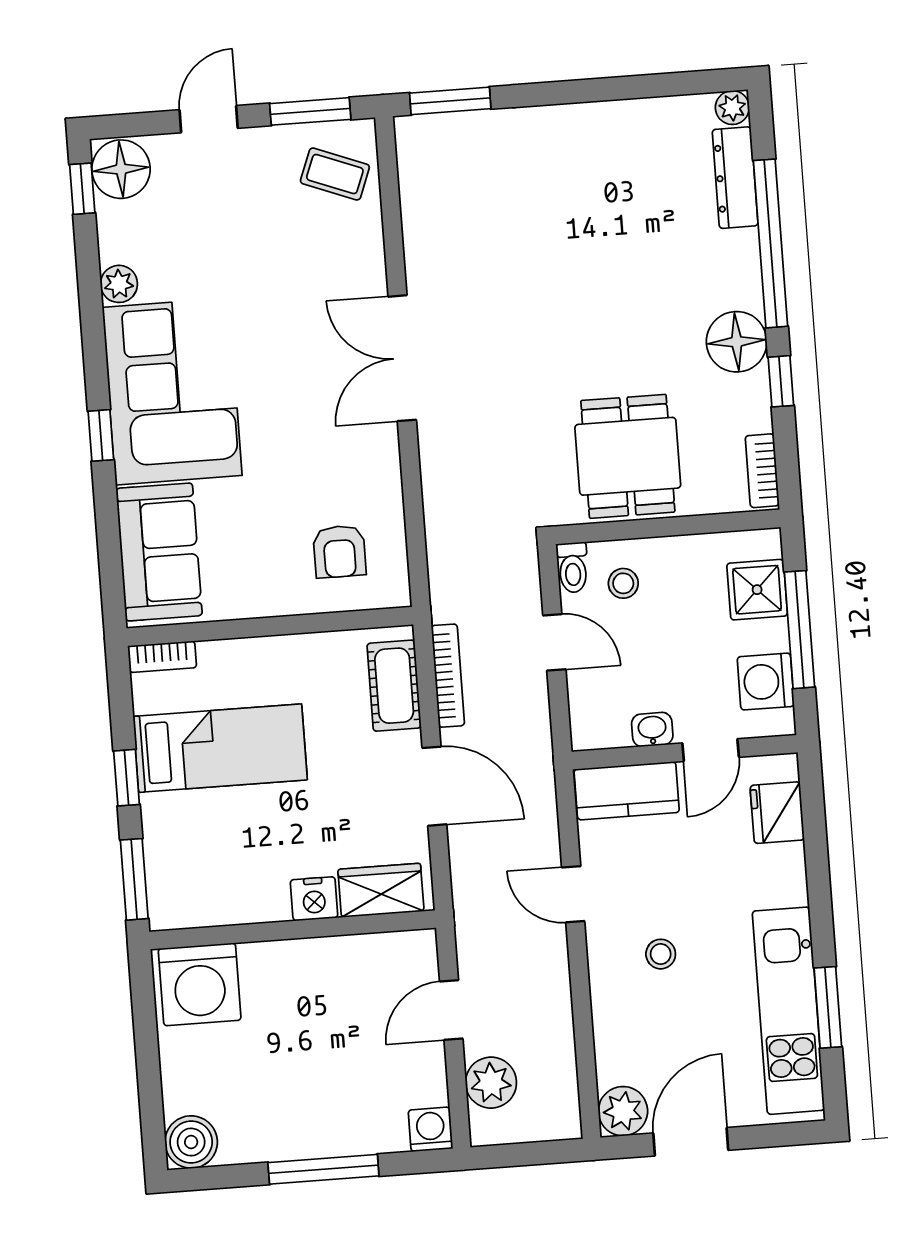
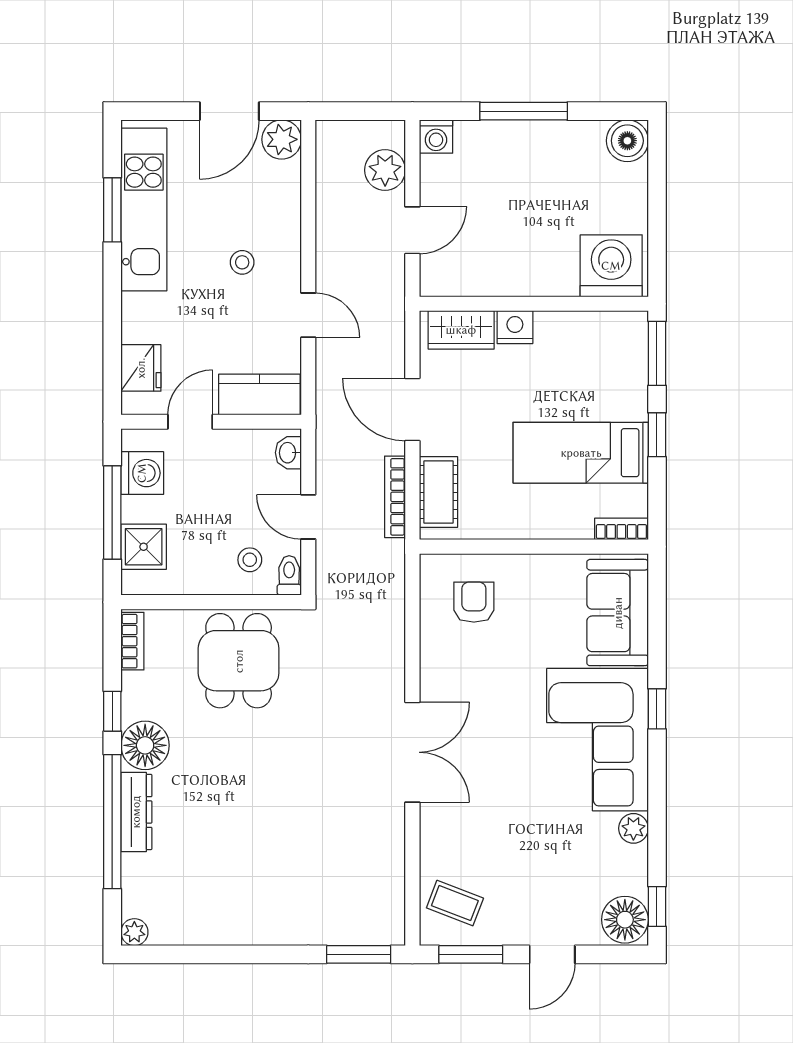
dresser: (735, 178) -> (136, 812), moved
washbasin: (652, 730) -> (288, 453), moved, turned 90

